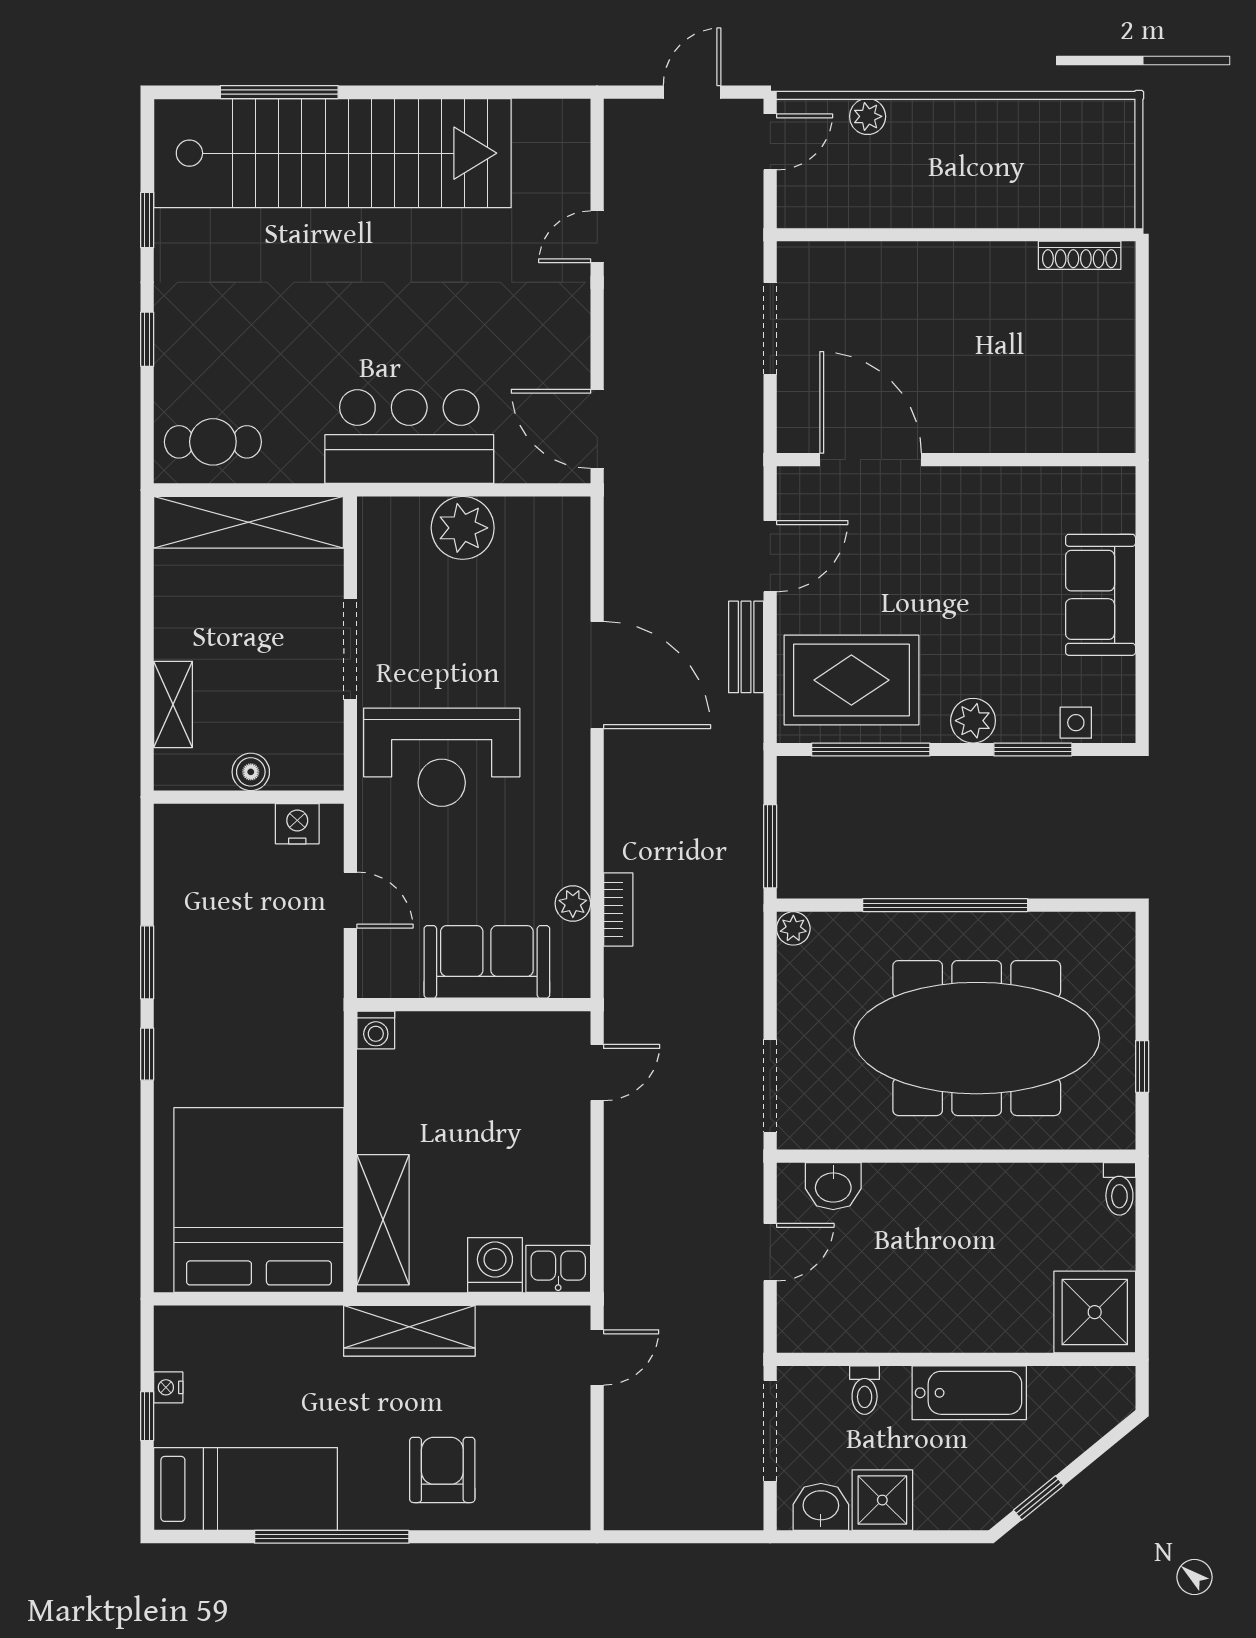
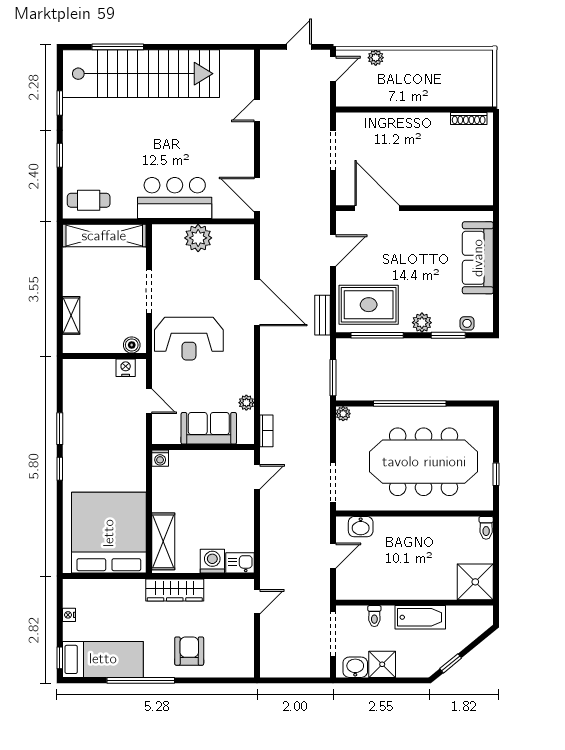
sofa: (1101, 595) -> (478, 258), width x1.36
bench: (746, 647) -> (322, 315), moved
boiler: (251, 772) -> (132, 345), moved
bookcase: (618, 909) -> (266, 431), moved
window: (147, 1416) -> (60, 658), moved

